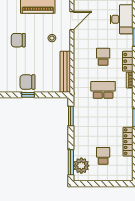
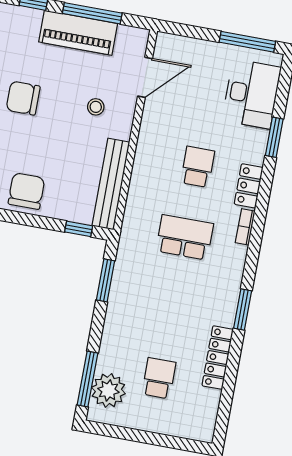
chair: (27, 82) -> (26, 191), turned 90
window: (28, 95) -> (79, 229), moved

